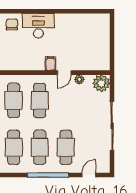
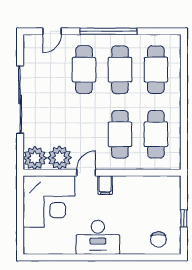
desk: (38, 26) -> (98, 237), moved
corner desk: (91, 52) -> (49, 201), added
plant: (79, 79) -> (60, 158), width x1.87, depth x1.87

